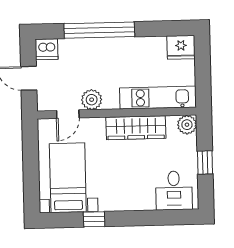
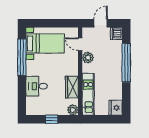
wardrobe: (136, 128) -> (72, 87), width x0.67
desk: (174, 190) -> (37, 86), moved
window: (94, 219) -> (22, 57), width x3.17

